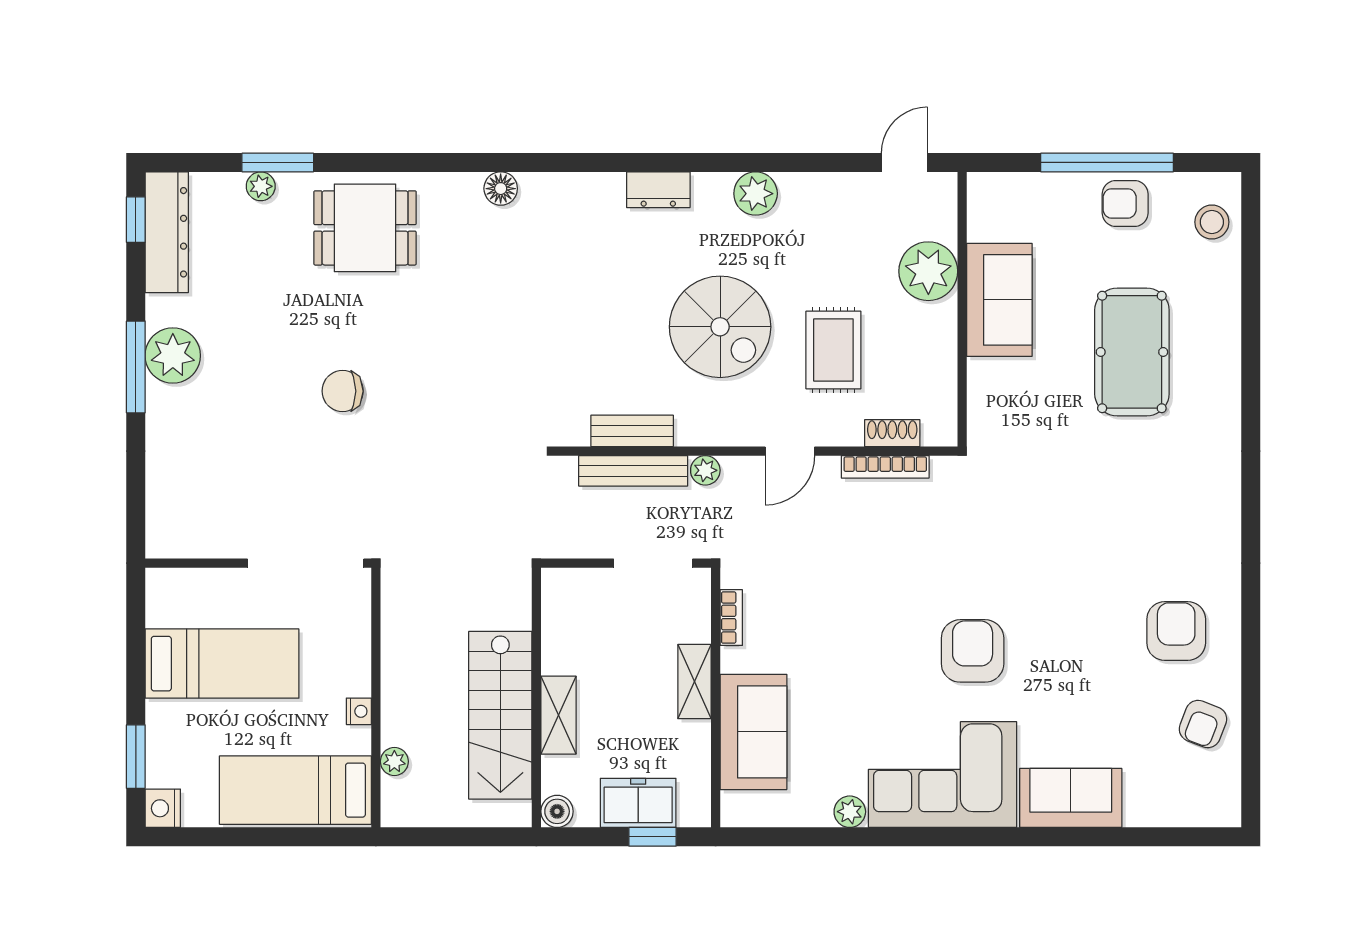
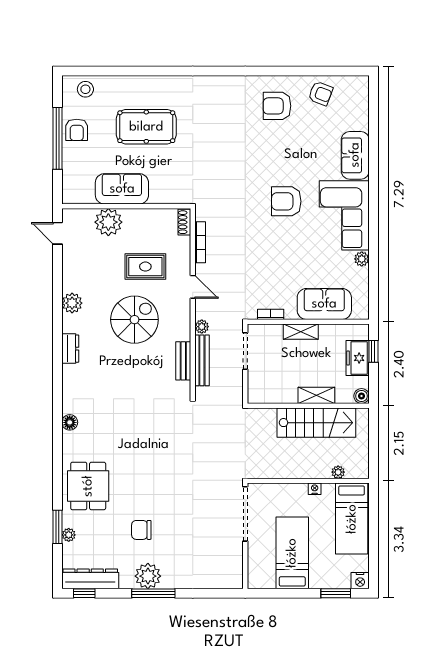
chair: (343, 391) -> (141, 530), moved, turned 90
shoe rack: (892, 433) -> (184, 222), moved

